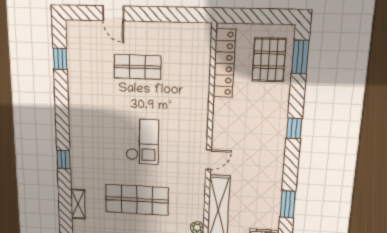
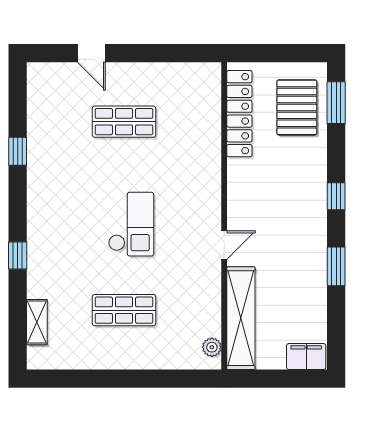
window: (60, 59) -> (18, 151), moved
shop shelf: (137, 200) -> (124, 310), width x0.70, depth x0.74
window: (288, 204) -> (336, 266), moved

